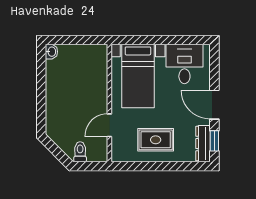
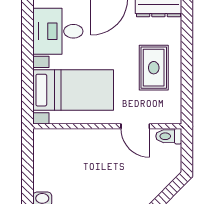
toilet: (80, 152) -> (169, 136), moved

